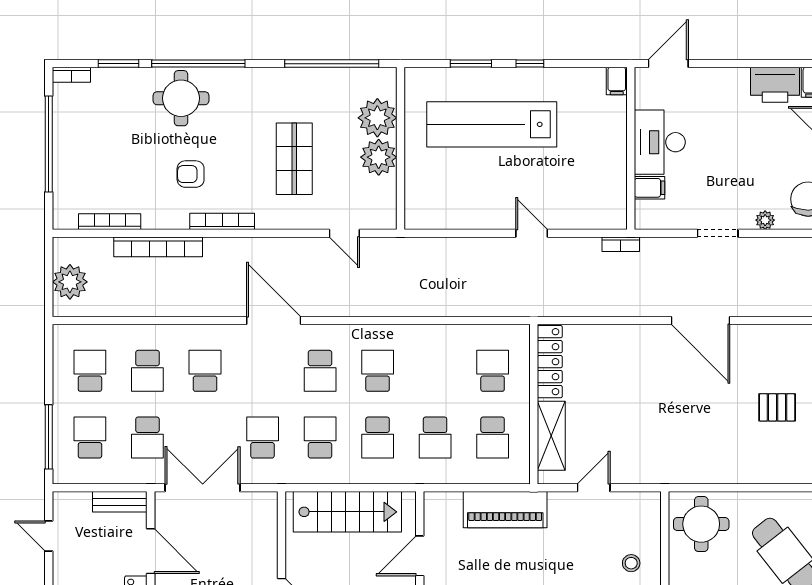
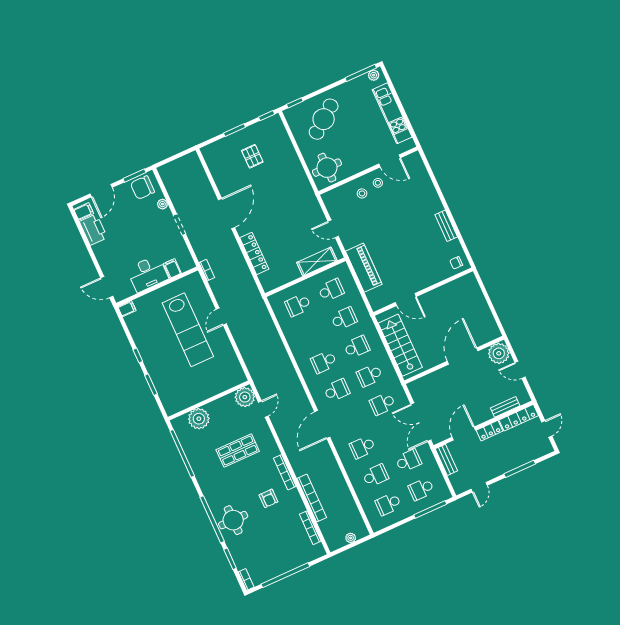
lab bench: (492, 124) -> (188, 330), moved
plant: (379, 157) -> (245, 397), moved
plant: (70, 282) -> (351, 538), width x0.53, depth x0.53
locker: (550, 362) -> (254, 253), moved, turned 90

